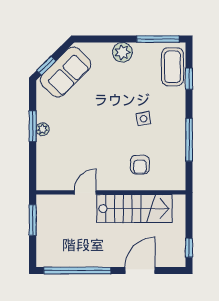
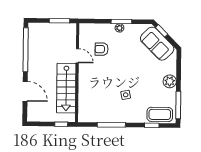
armchair: (140, 165) -> (102, 49), moved
window: (189, 248) -> (61, 124), moved

